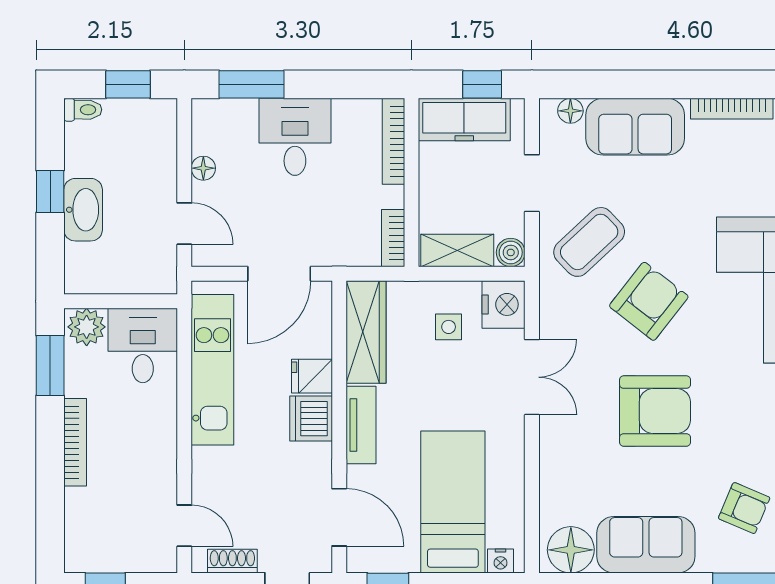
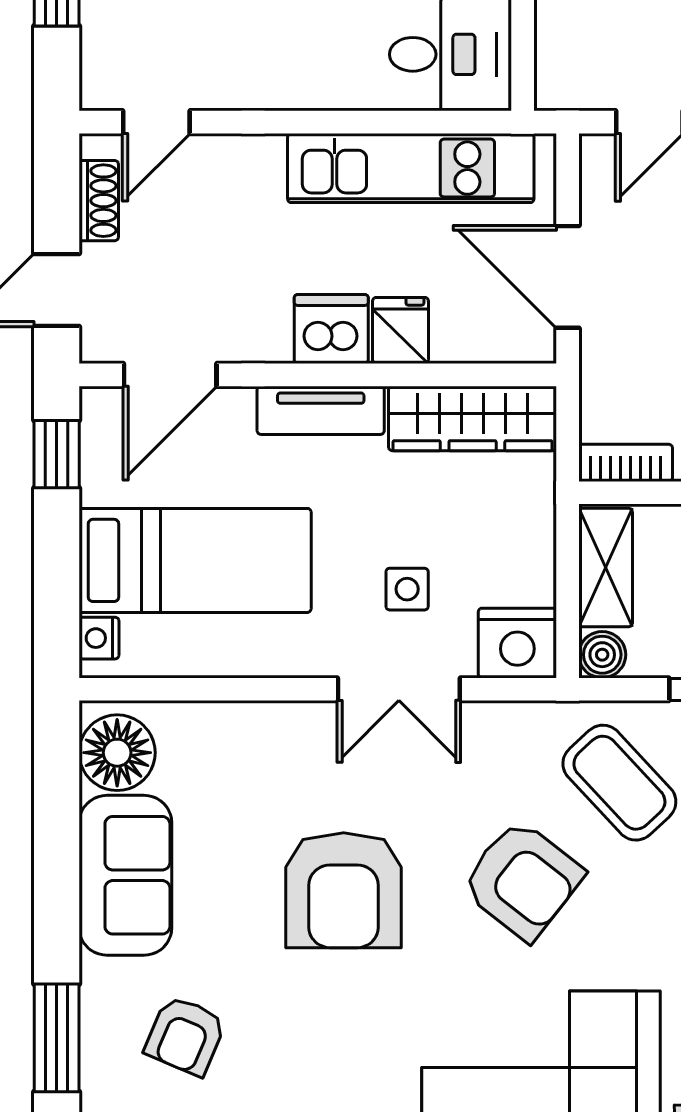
side table: (449, 327) -> (407, 589), moved

